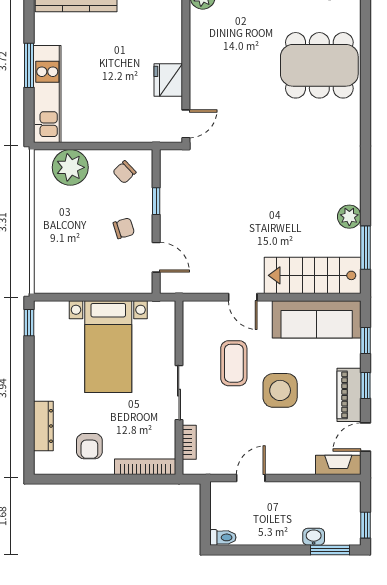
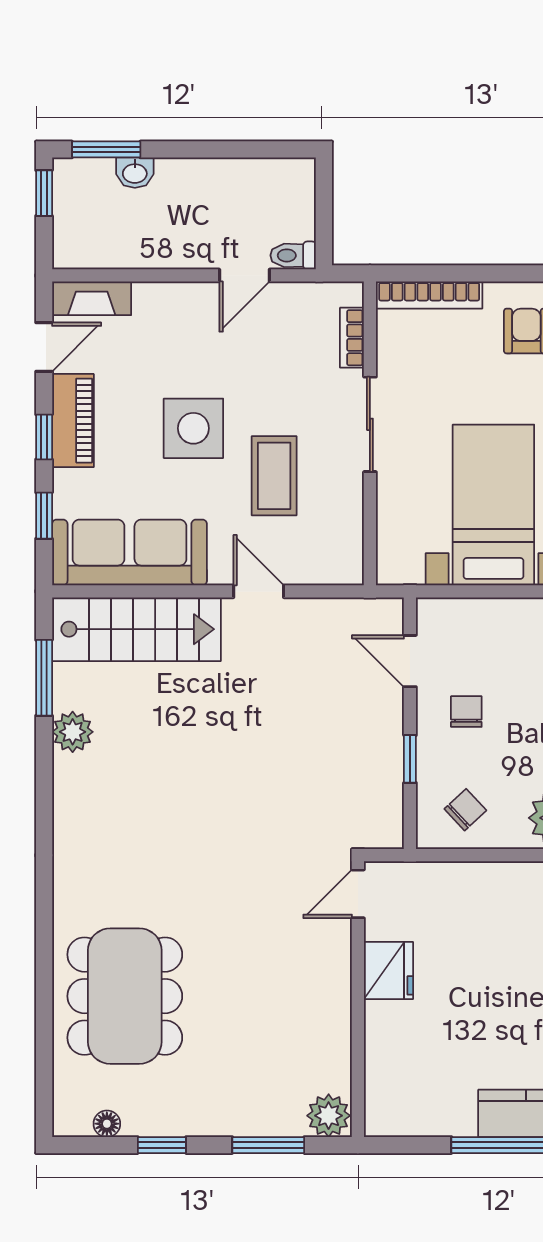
dining table: (319, 65) -> (125, 996), turned 90
chair: (124, 228) -> (466, 712), turned 107
toilet: (223, 537) -> (293, 255), moved

